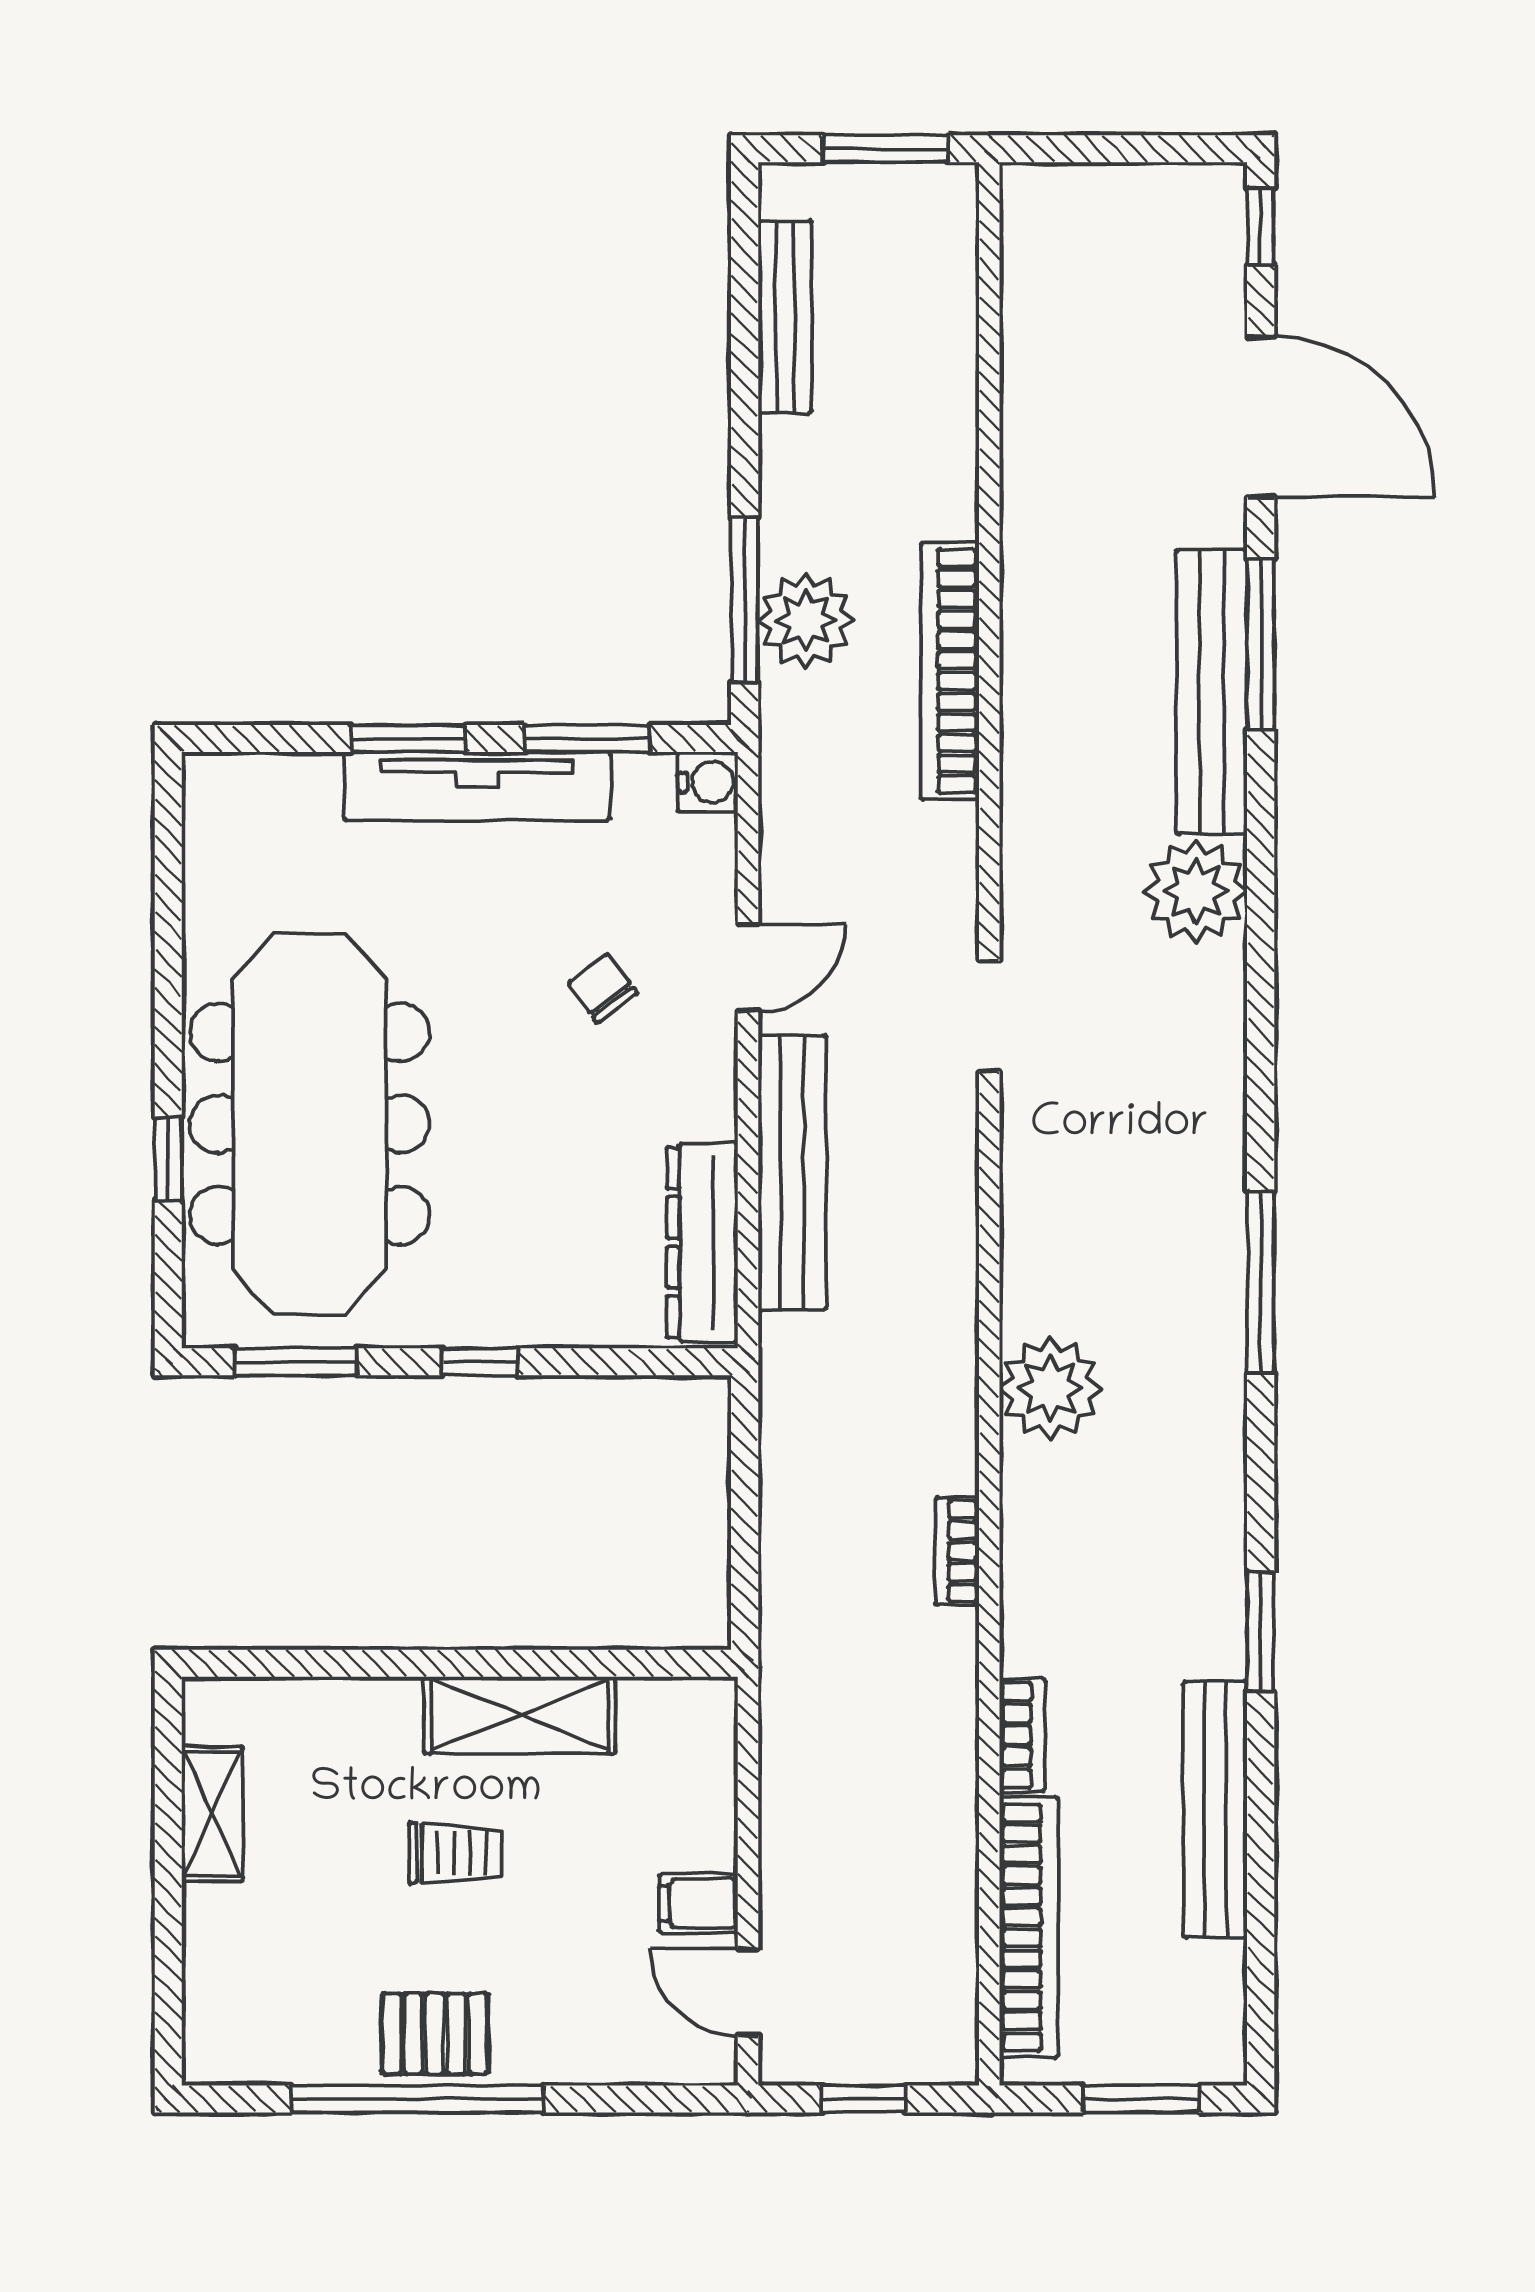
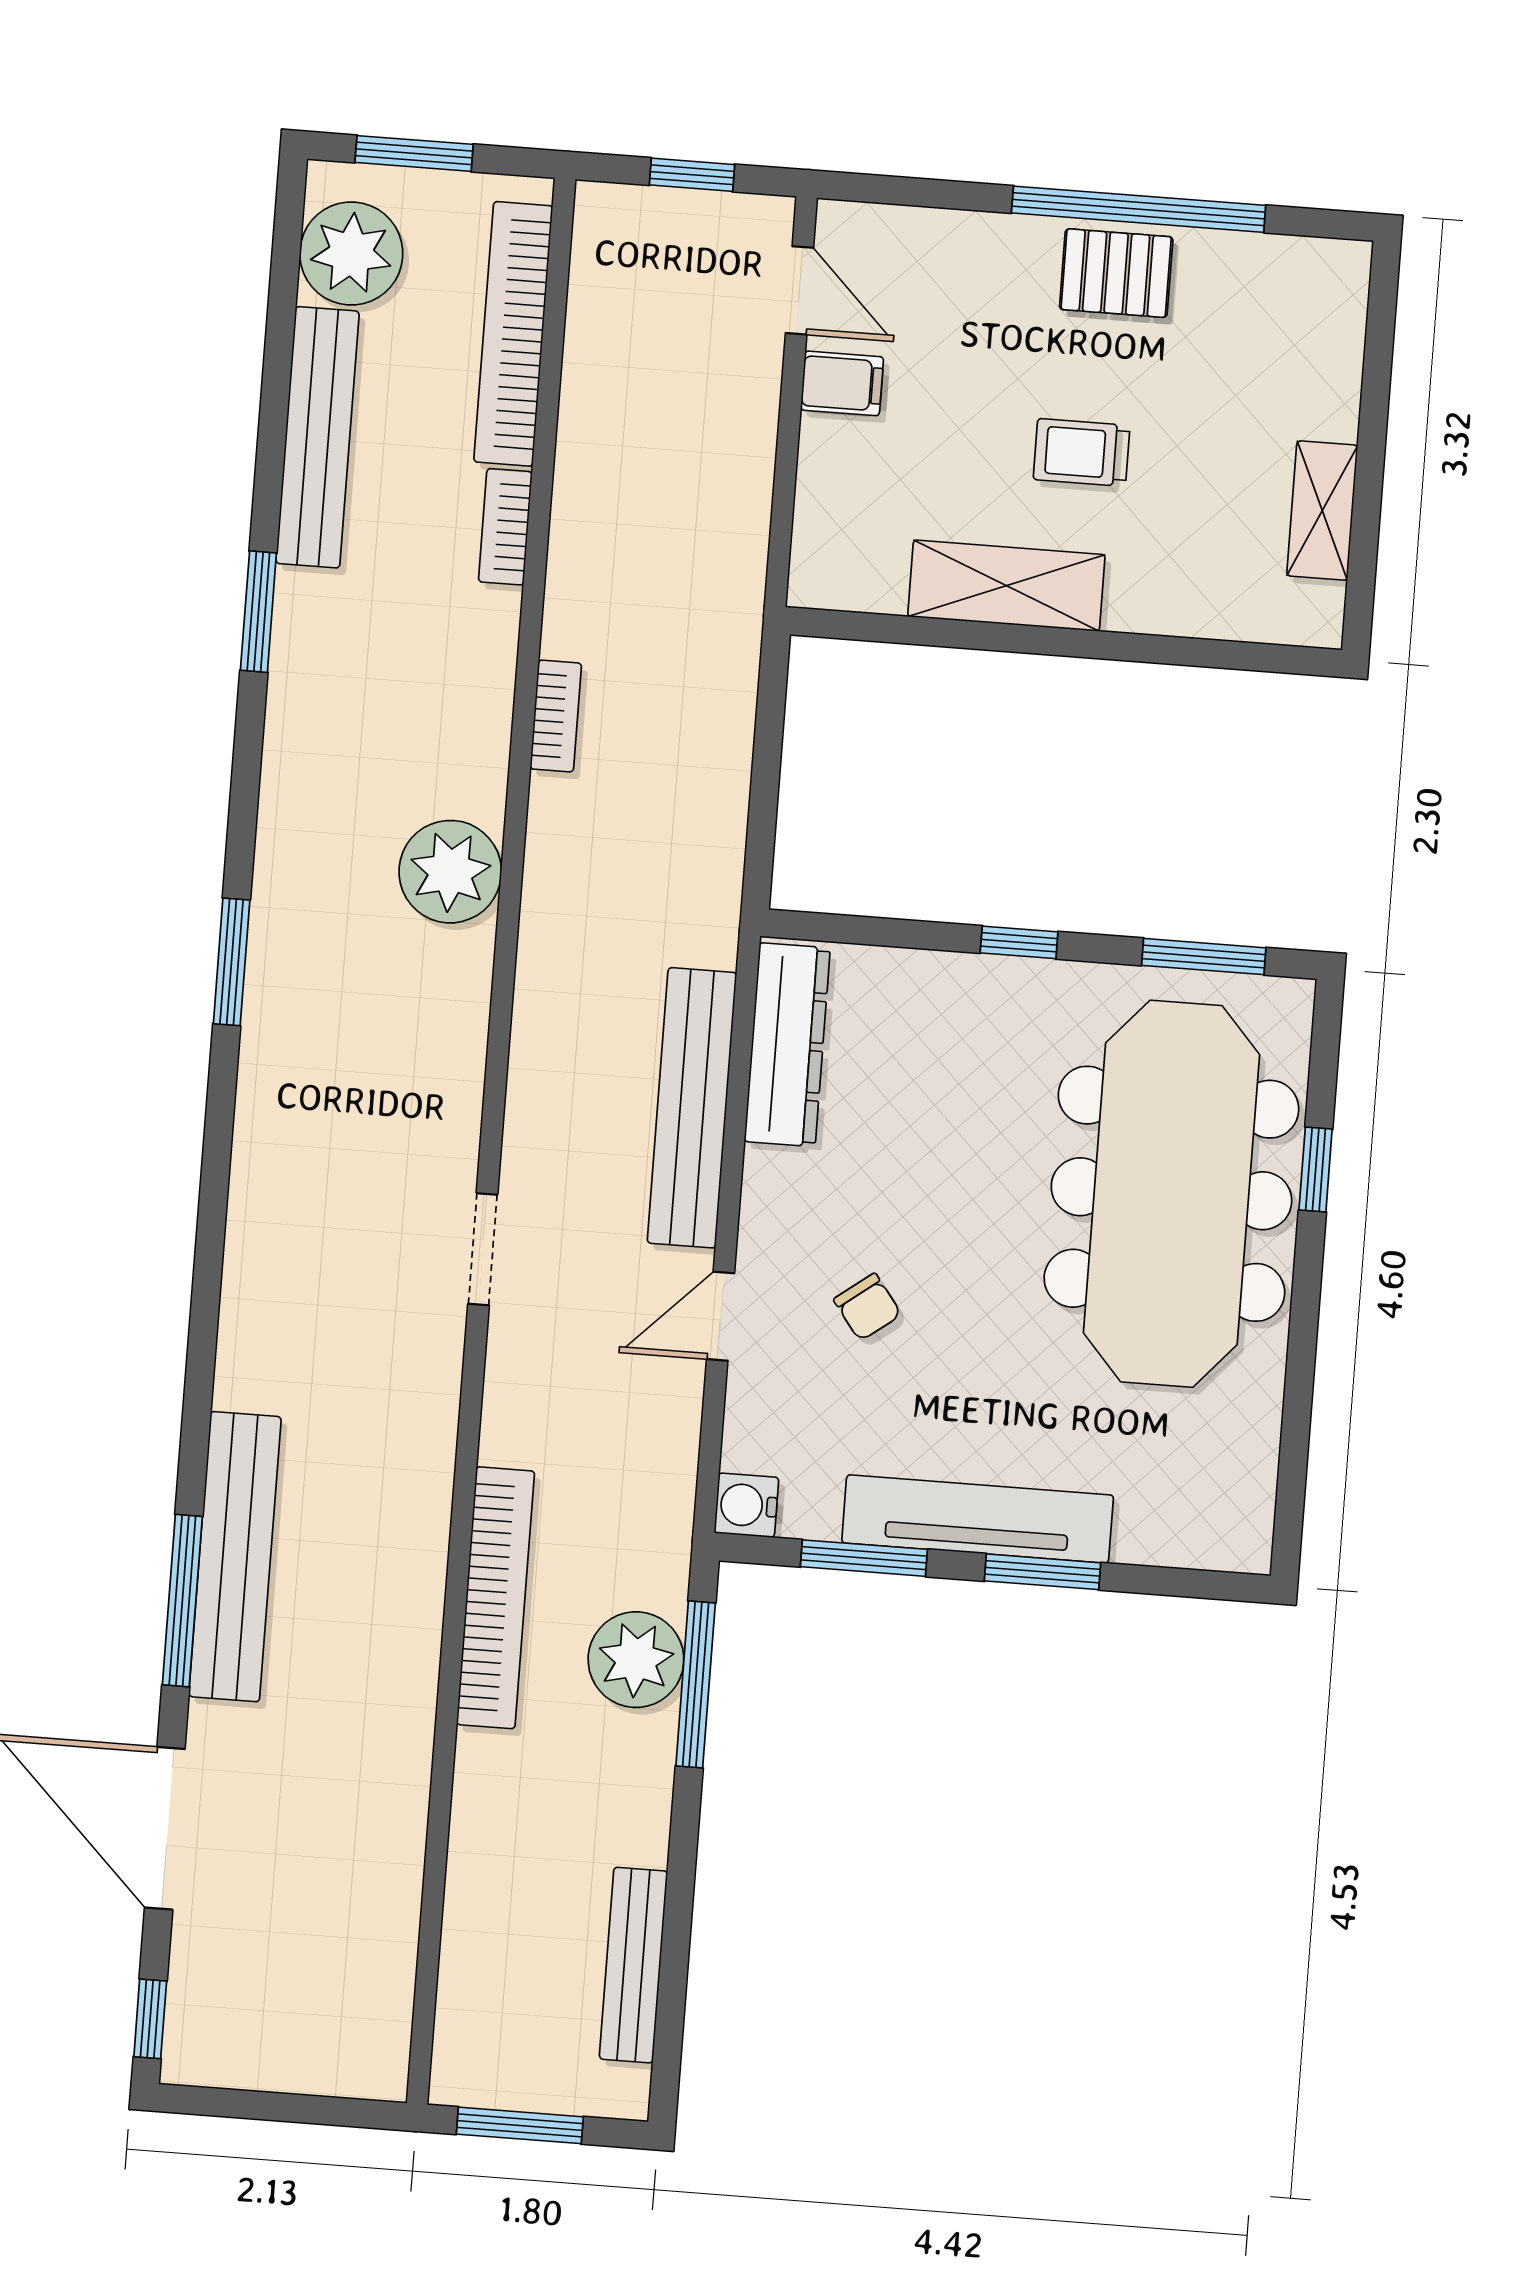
plant: (1196, 891) -> (351, 254), moved
window: (1261, 1282) -> (232, 962), width x0.69

